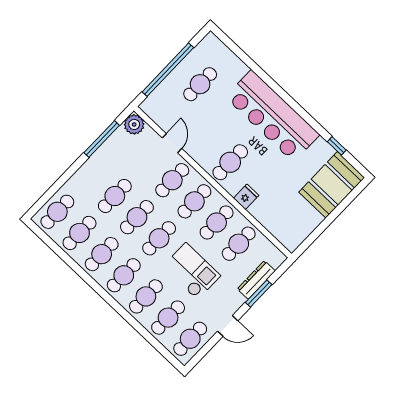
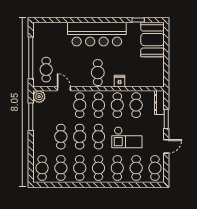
cafe table: (200, 84) -> (46, 70), moved
checkout: (192, 271) -> (127, 137), turned 180
dresser: (256, 280) -> (159, 103), moved

